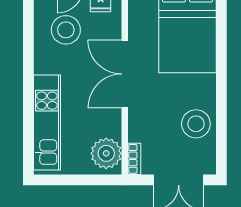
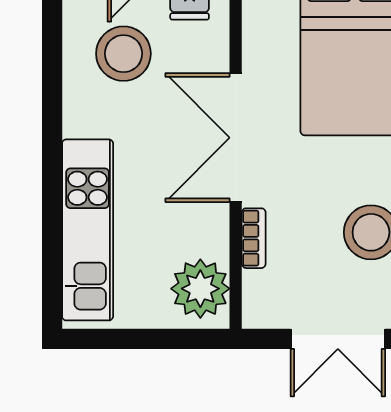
bookcase: (134, 159) -> (254, 238), moved

